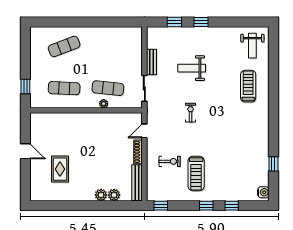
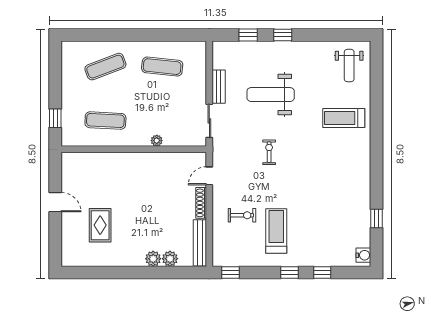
weight bench: (192, 68) -> (271, 95), width x1.36, depth x1.33
treadmill: (248, 86) -> (344, 118), turned -90
exercise mat: (108, 88) -> (162, 67), moved
treadmill: (196, 173) -> (276, 231), turned 180

